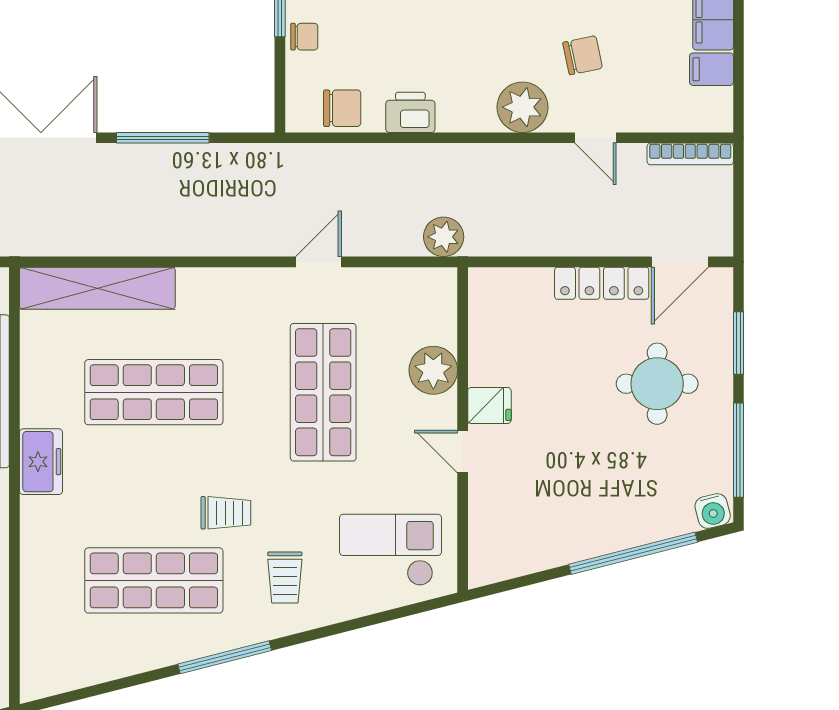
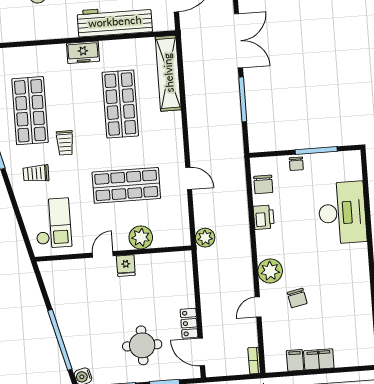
bookcase: (690, 154) -> (254, 361), width x0.64
locker: (602, 283) -> (189, 323), width x0.66

